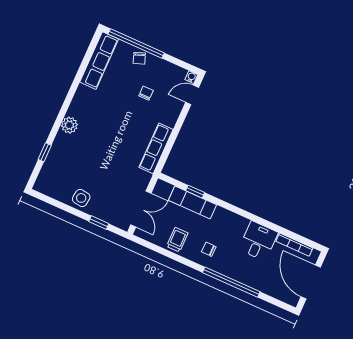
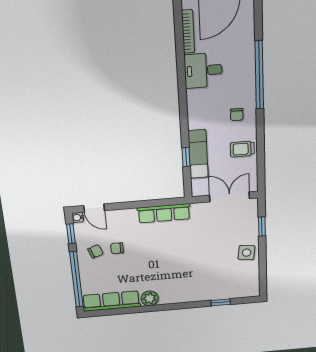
chair: (139, 58) -> (96, 251), moved
window: (180, 63) -> (71, 234), added
plant: (69, 125) -> (150, 298), moved

